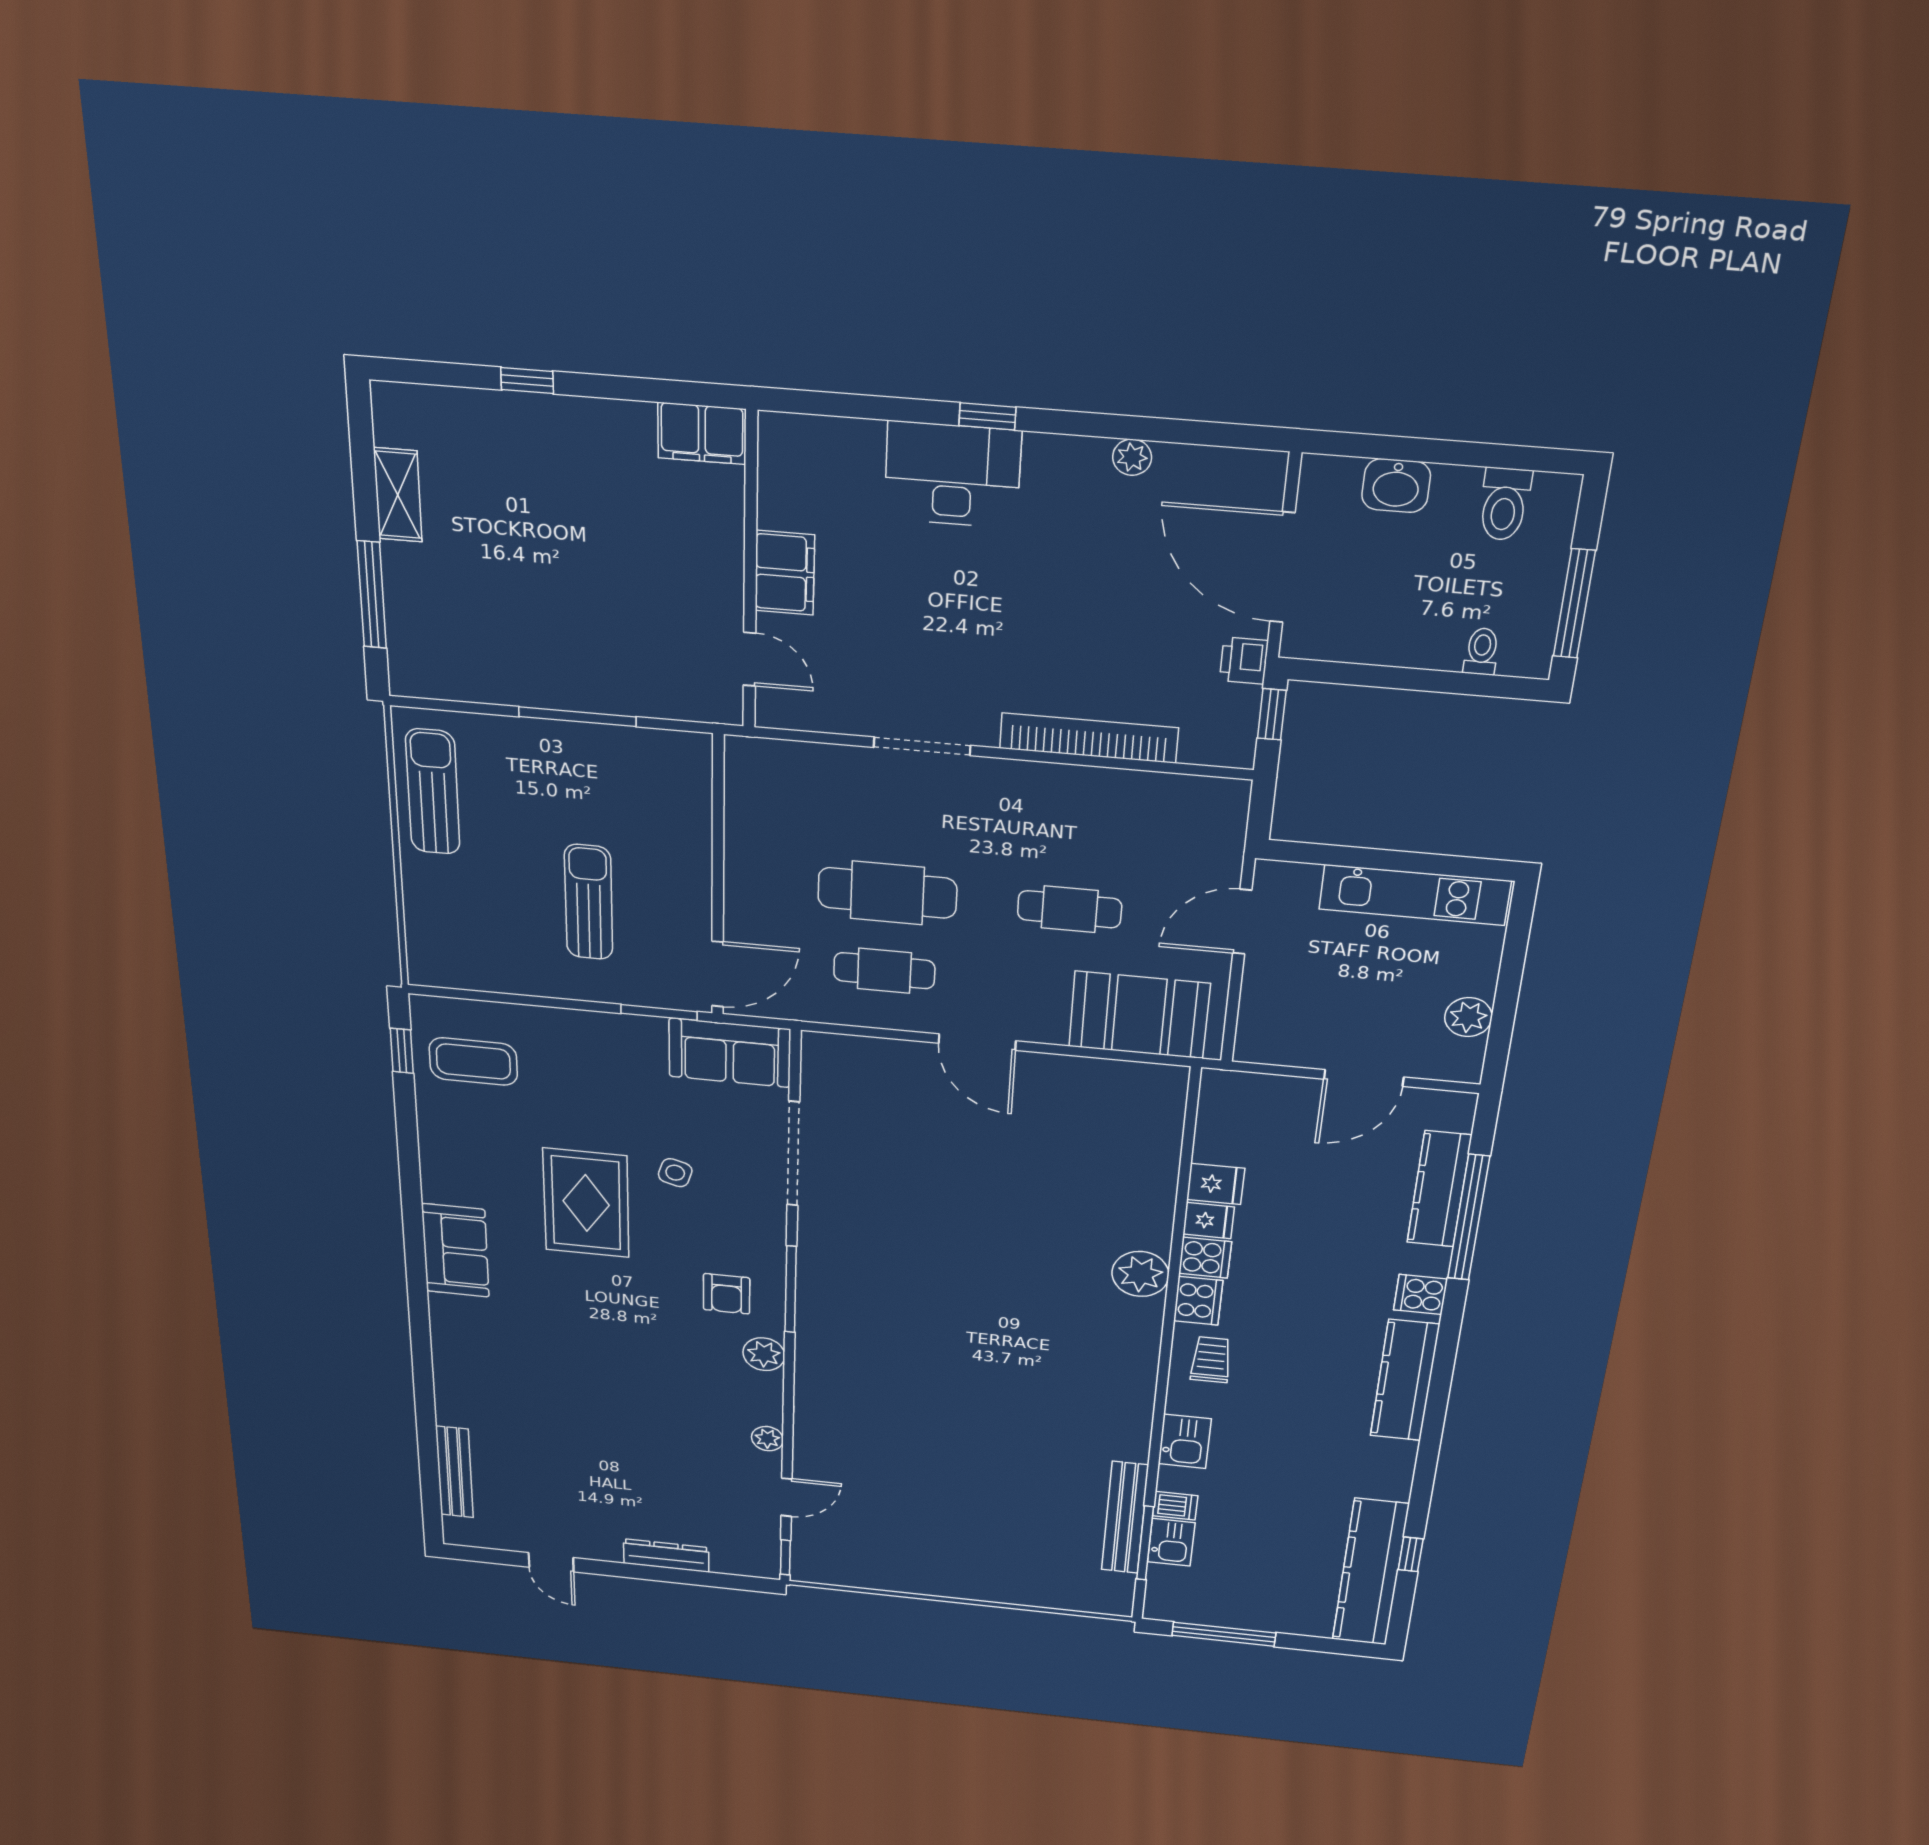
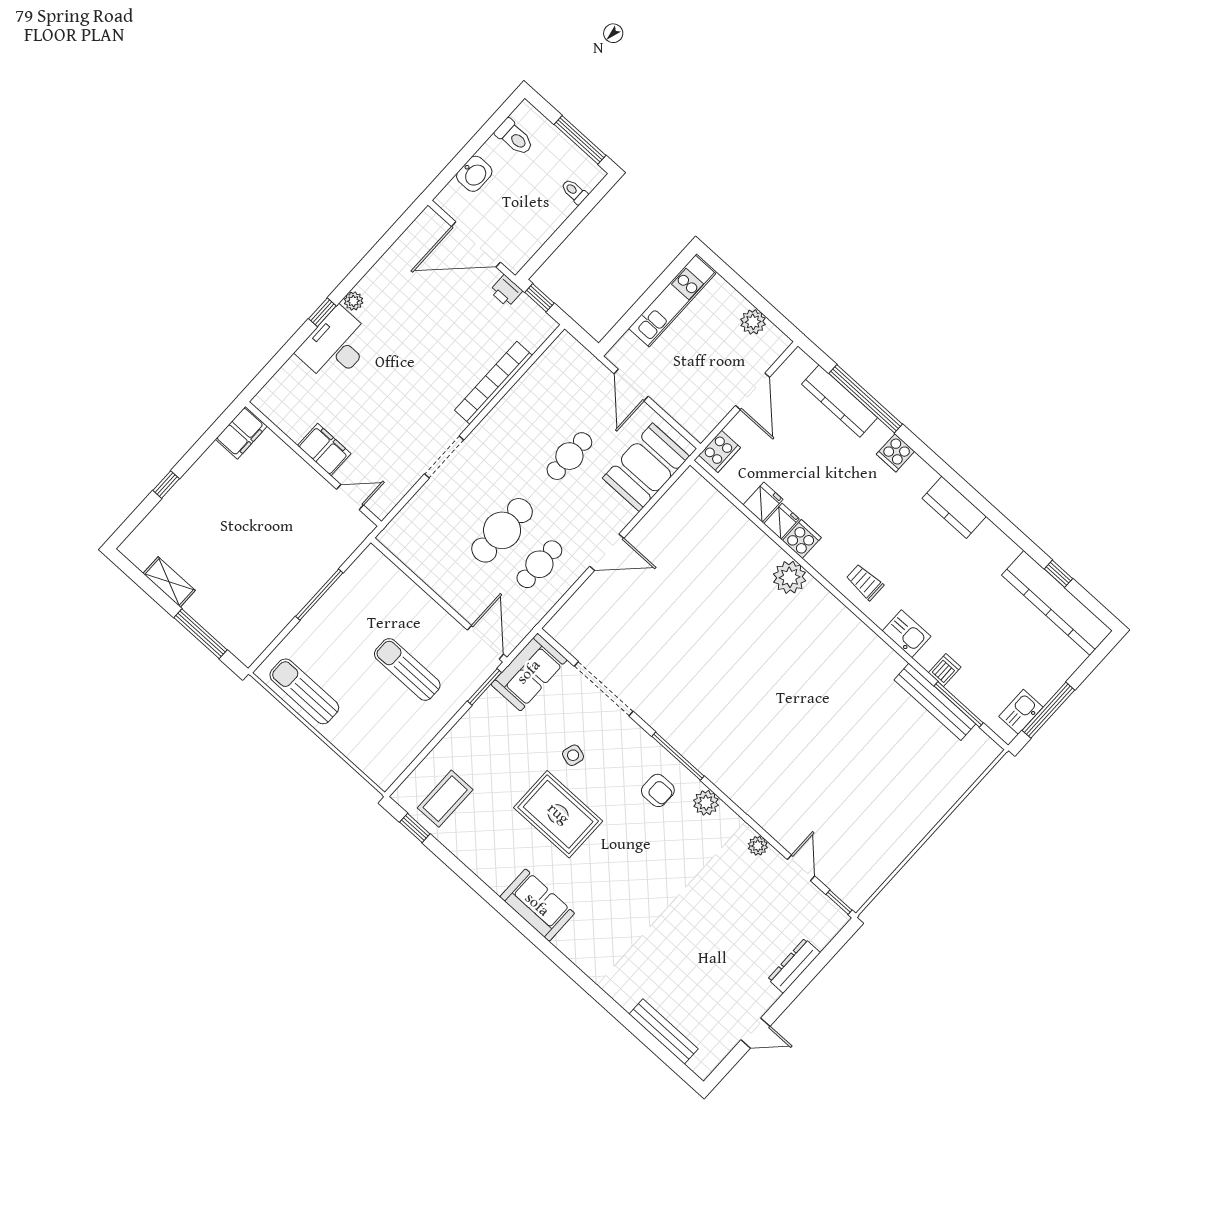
plant: (1132, 457) -> (353, 301), moved
cooker: (1198, 1301) -> (720, 451), moved, turned 90
kitchen counter: (1405, 1380) -> (954, 507), width x0.67
kitchen sink: (1171, 1542) -> (1021, 712), moved, turned -90

